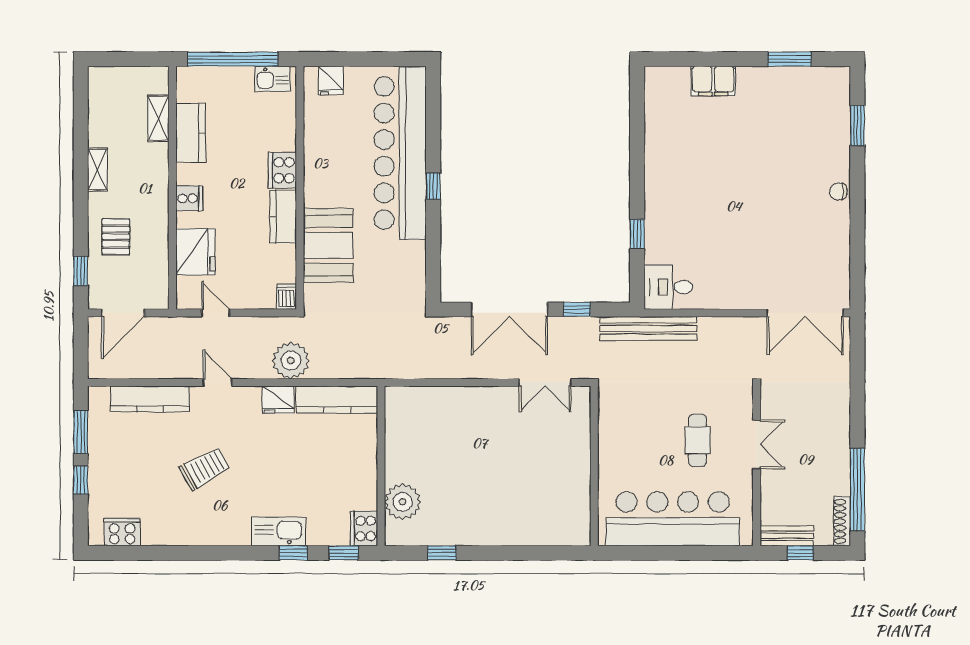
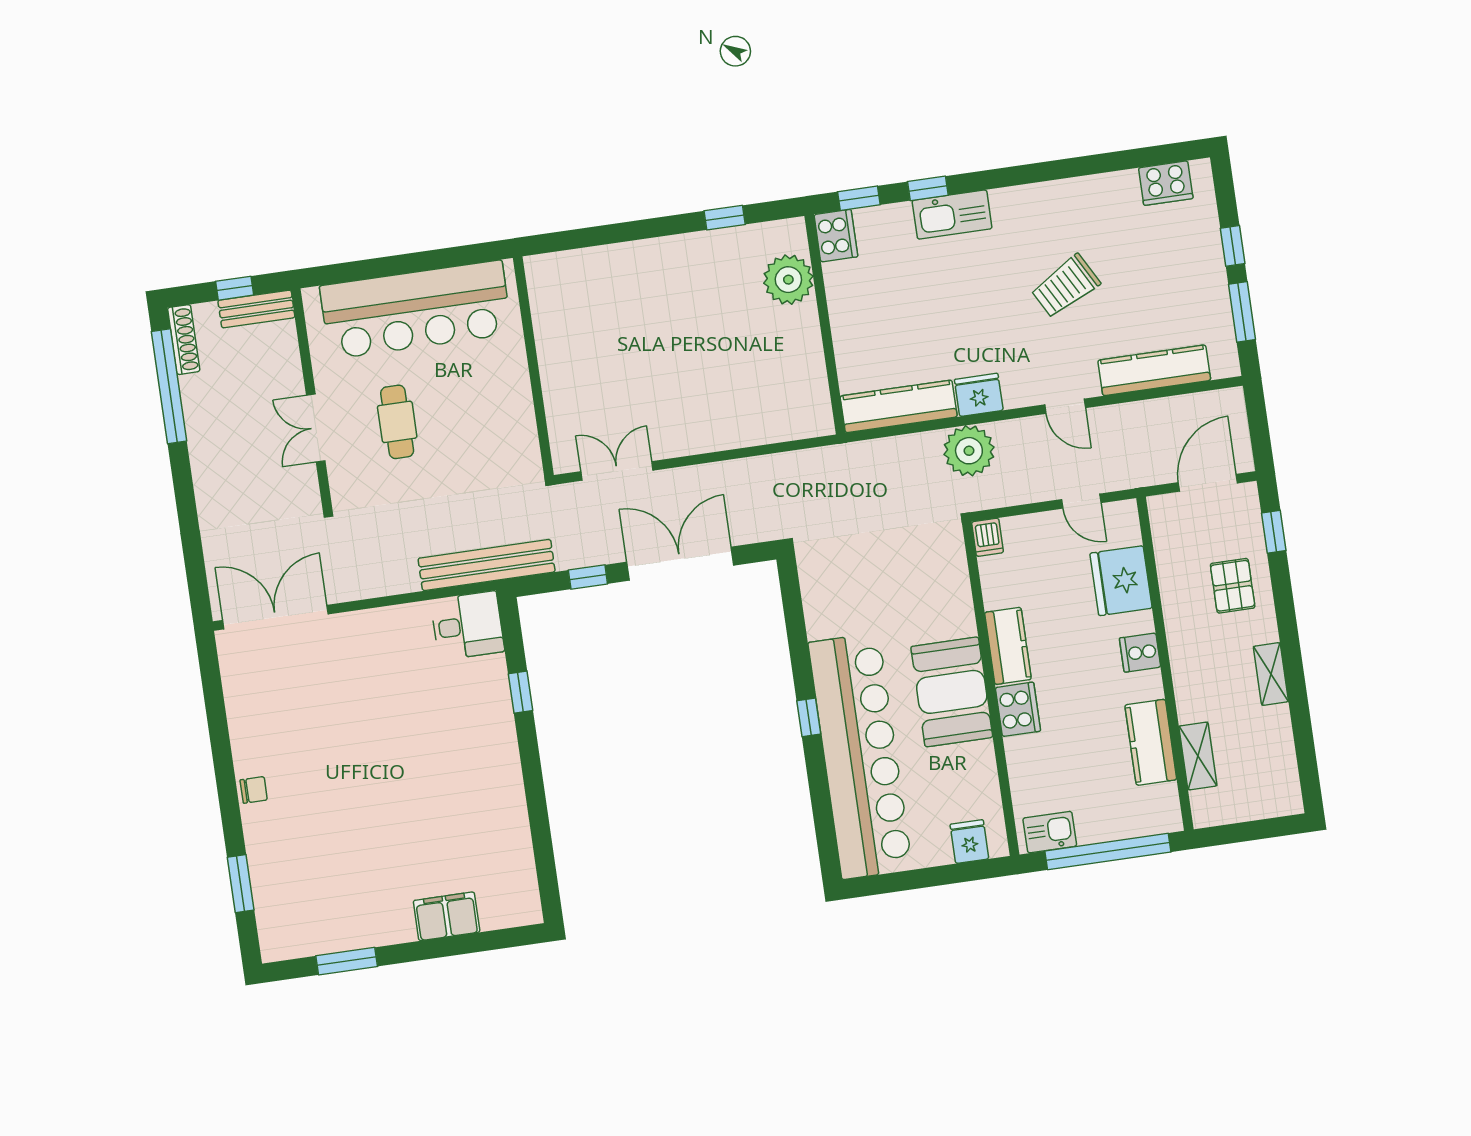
booth: (328, 245) -> (952, 692), moved

